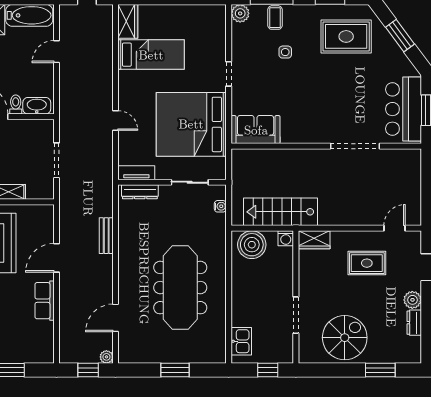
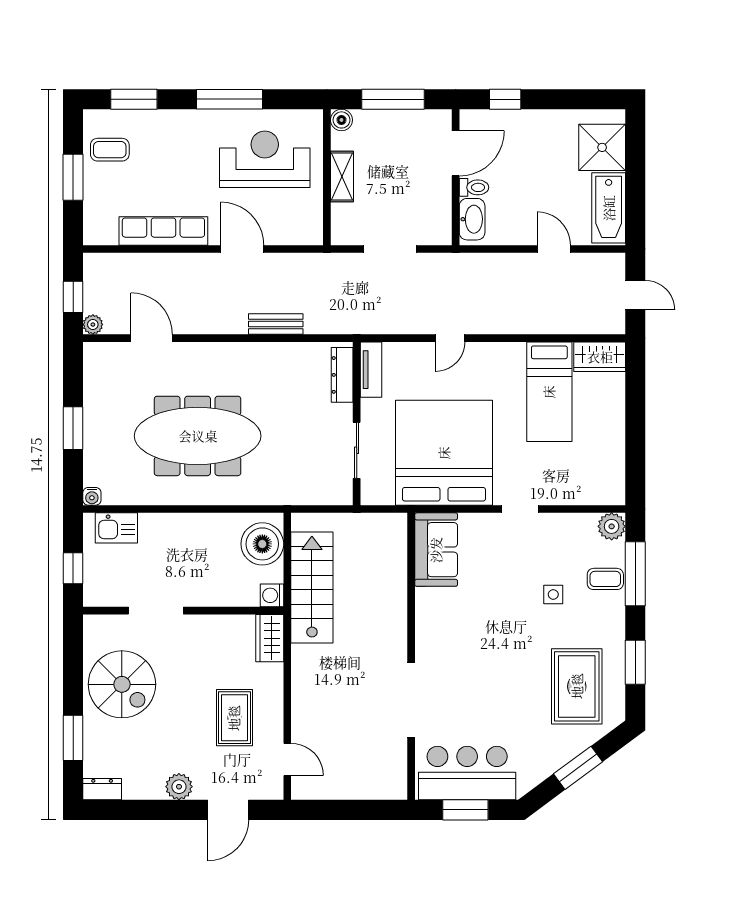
water cooler: (220, 206) -> (92, 496), moved
row of seats: (45, 301) -> (163, 231), width x1.48
dresser: (414, 323) -> (102, 789), moved

